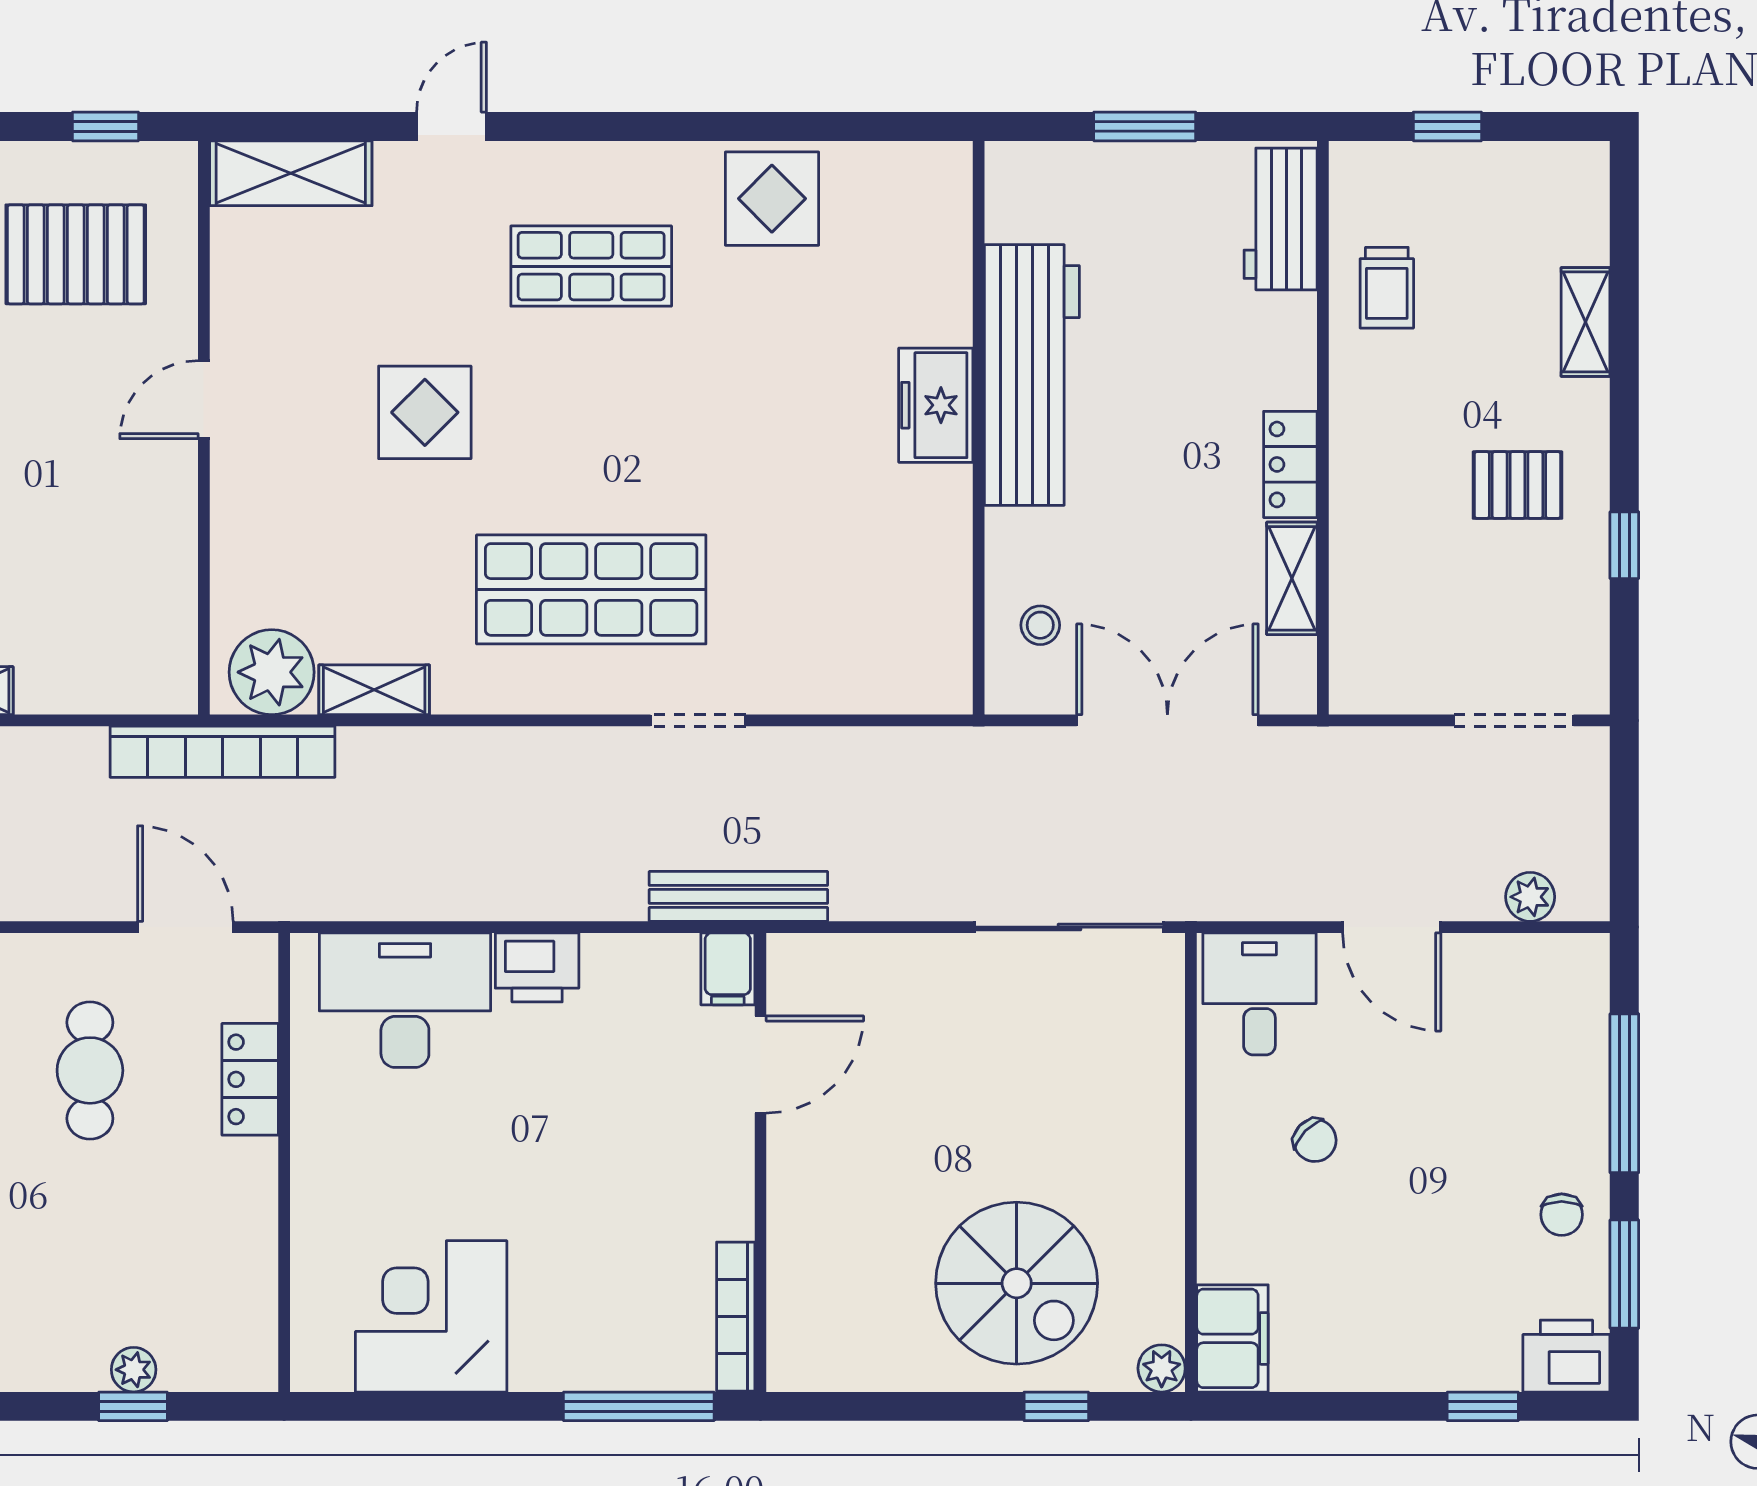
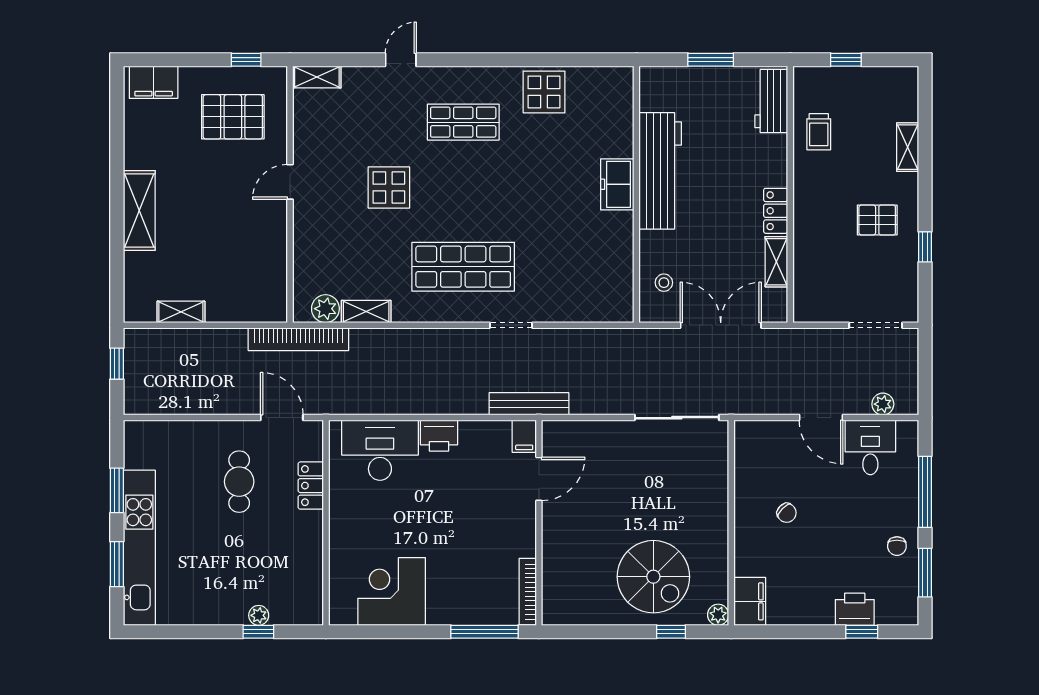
shelving: (291, 173) -> (317, 77), width x0.67, depth x0.75
plant: (272, 672) -> (325, 309), width x0.73, depth x0.73
desk: (1259, 994) -> (870, 447), moved
printer: (1566, 1356) -> (855, 609), moved

